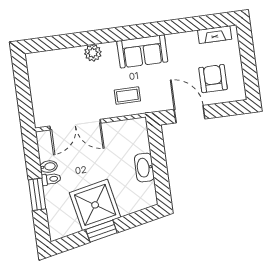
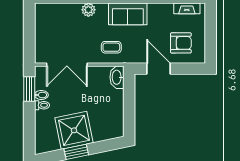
armchair: (213, 79) -> (181, 43), turned 90
washbasin: (144, 168) -> (117, 77), moved
window: (37, 194) -> (29, 89), moved

